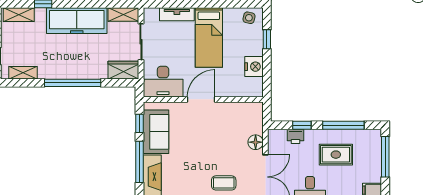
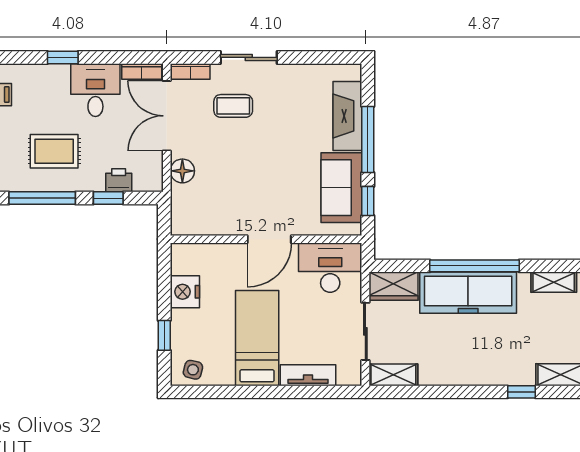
freezer: (77, 21) -> (468, 293), moved, turned 180

